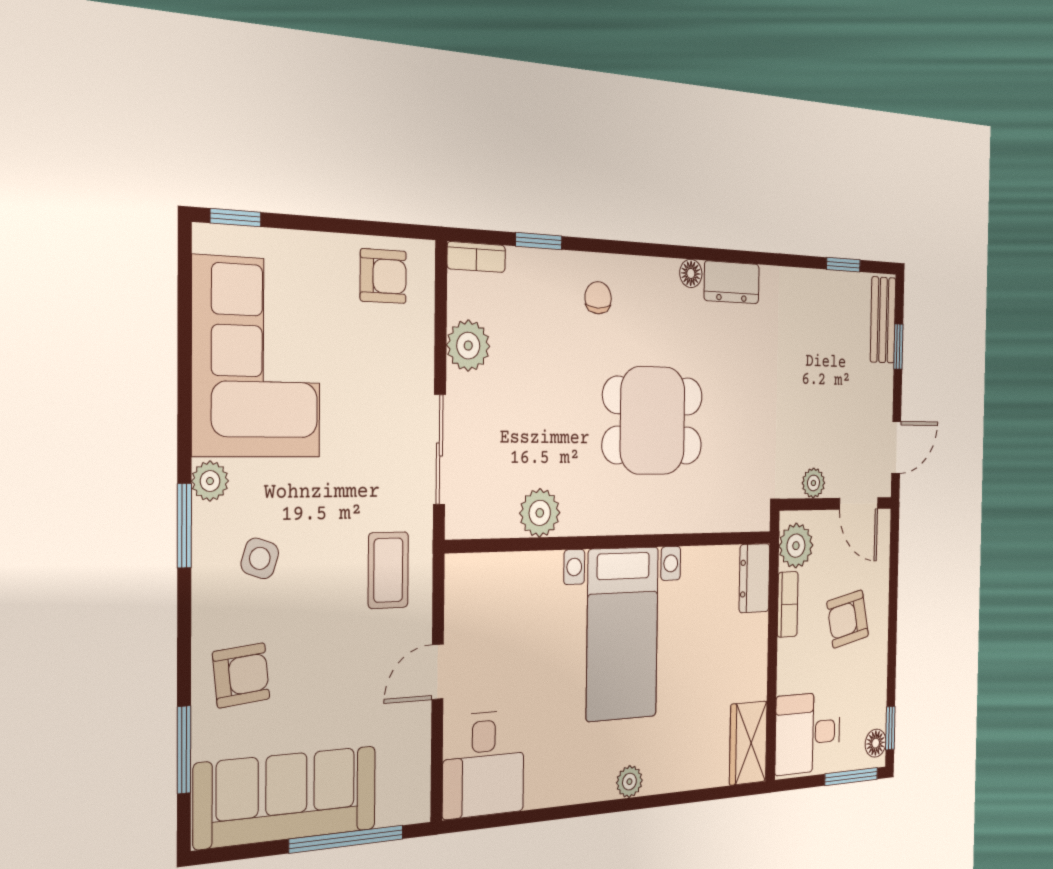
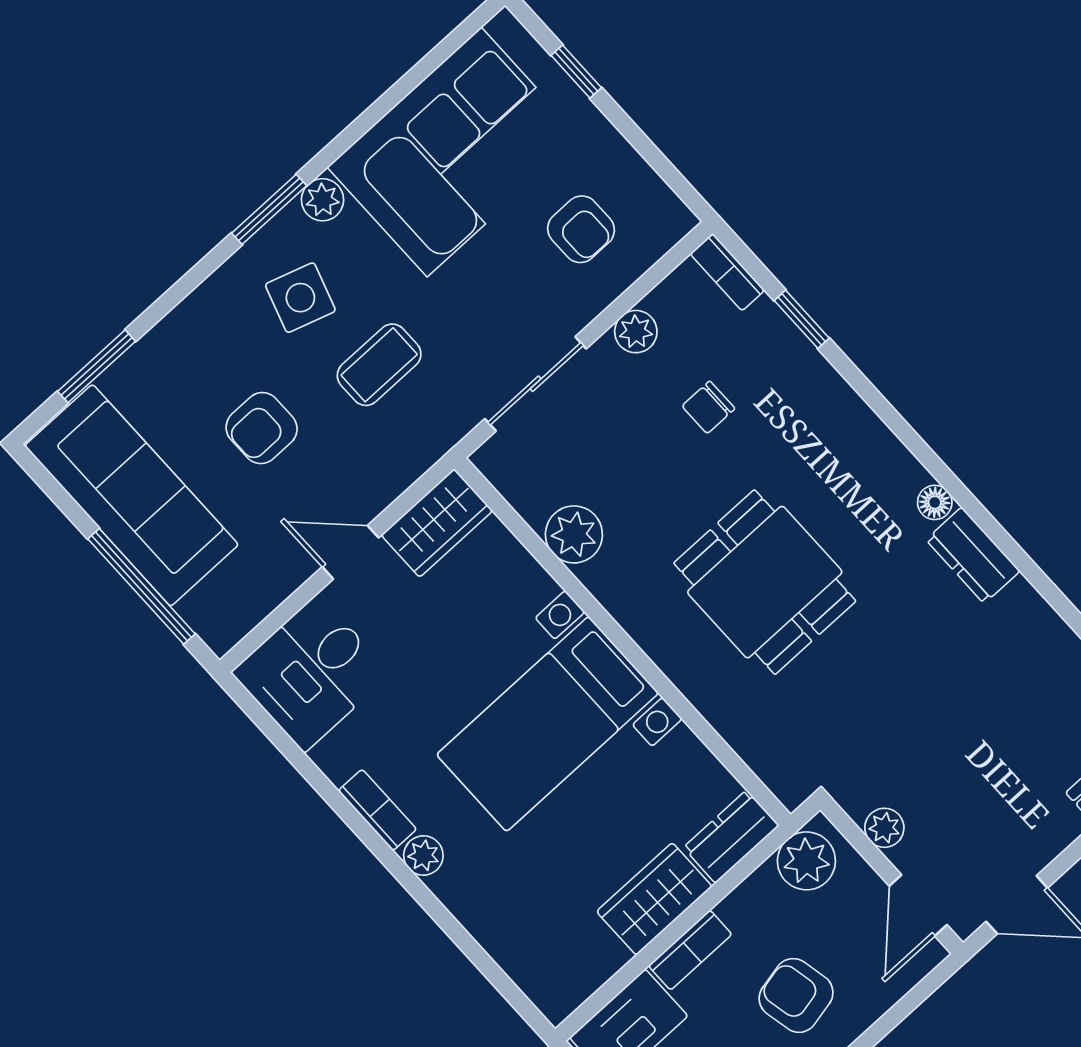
window: (236, 218) -> (576, 72), moved
armchair: (383, 276) -> (581, 229), moved
chair: (598, 298) -> (708, 407), moved, turned 180
plant: (468, 346) -> (636, 332), width x0.73, depth x0.73
side table: (260, 558) -> (300, 298), width x1.37, depth x1.37
coffee table: (388, 570) -> (379, 365), moved
wardrobe: (466, 597) -> (437, 523), added
bookcase: (788, 604) -> (690, 950), moved
armchair: (241, 675) -> (262, 428), moved, turned 96
wardrobe: (748, 743) -> (654, 899), moved
bookcase: (586, 789) -> (377, 810), added

